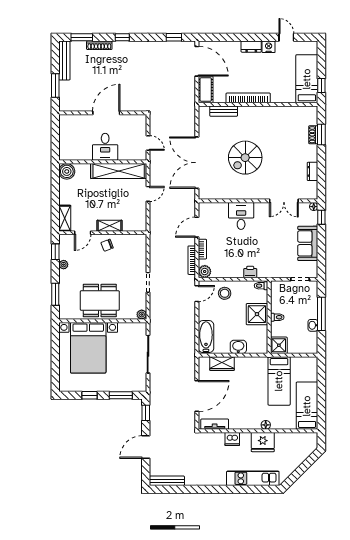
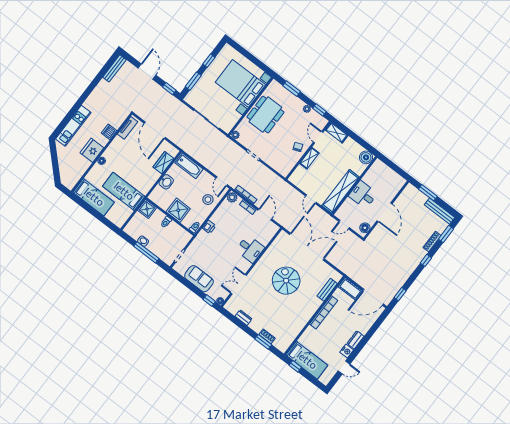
floor lamp: (136, 120) -> (365, 228), added

